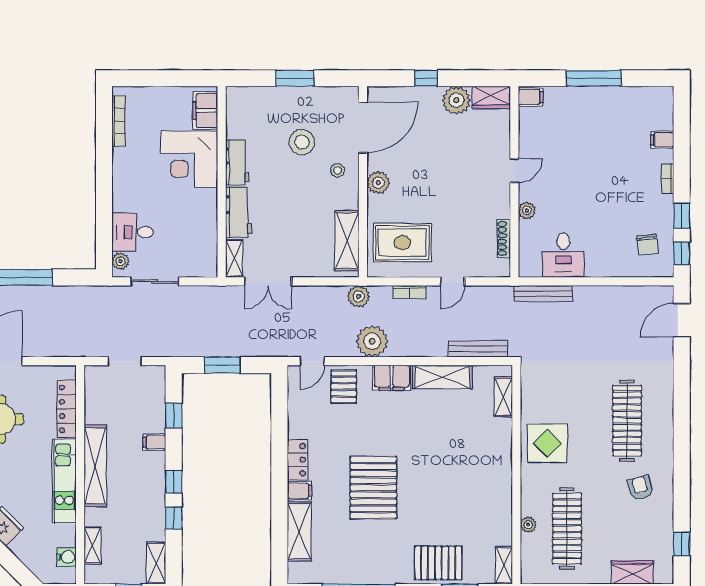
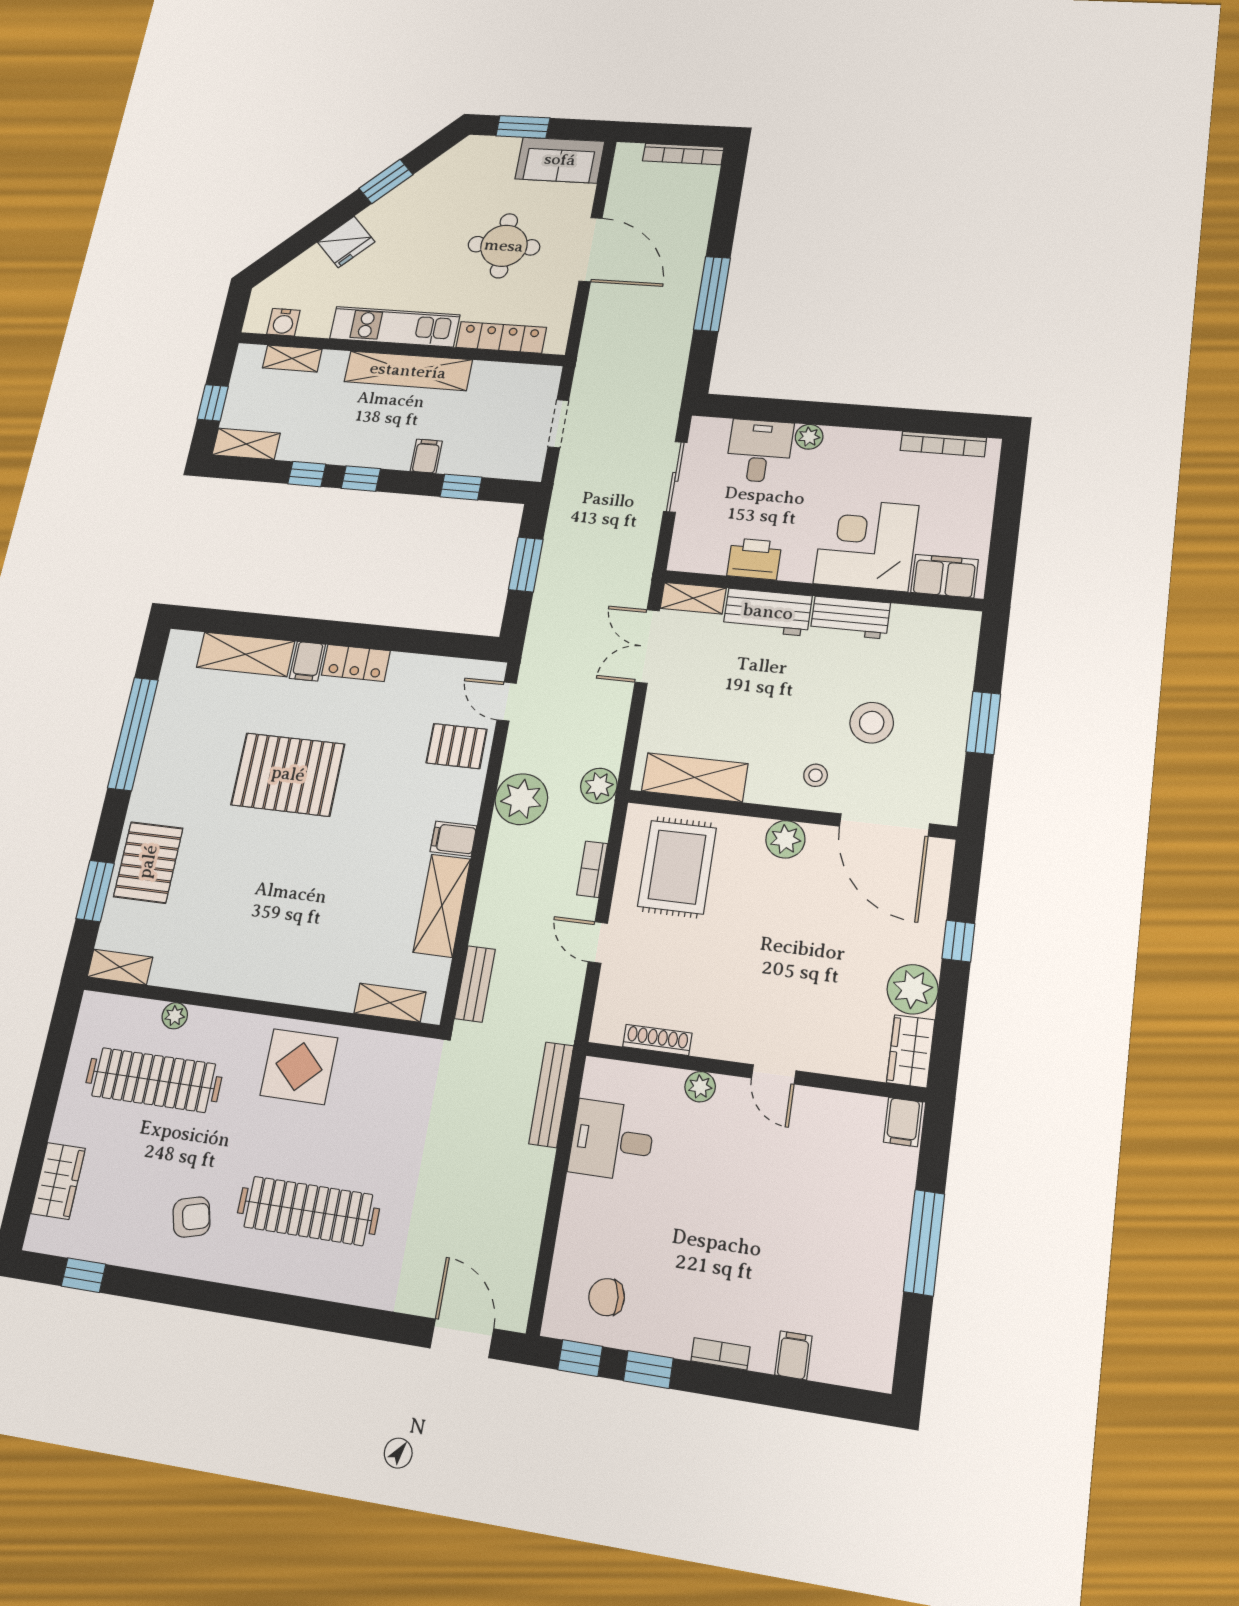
printer: (205, 225) -> (754, 559), added
plant: (120, 261) -> (809, 437), moved
bench: (478, 349) -> (475, 984), width x0.73
filing cabinet: (392, 378) -> (453, 839), width x0.50

